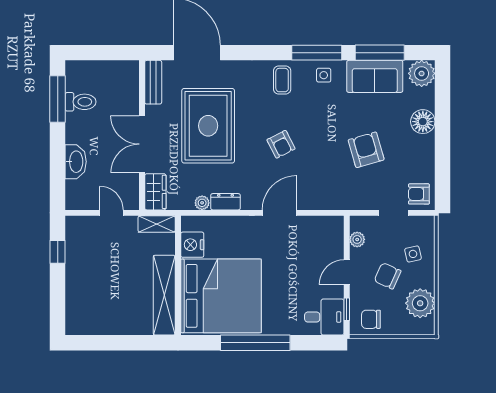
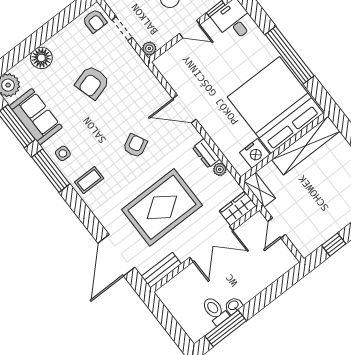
washbasin: (76, 162) -> (233, 306), moved, width x0.52, depth x0.69
plant: (357, 239) -> (149, 48), moved

